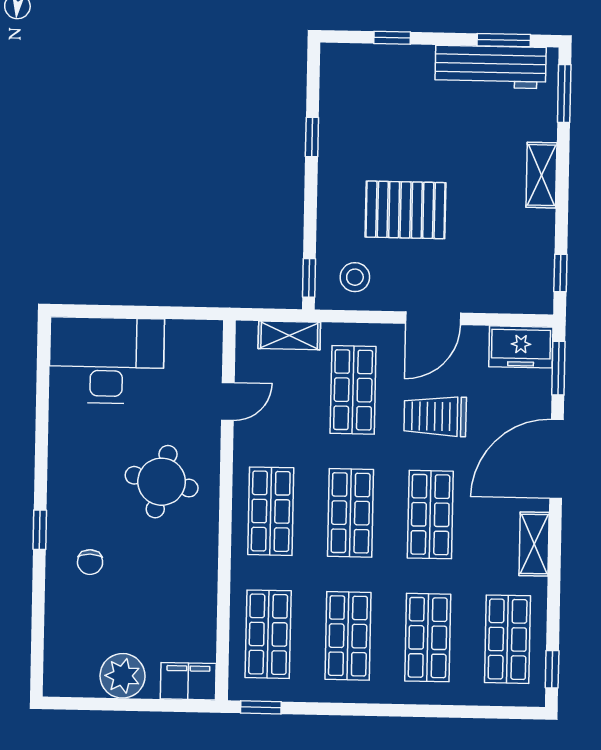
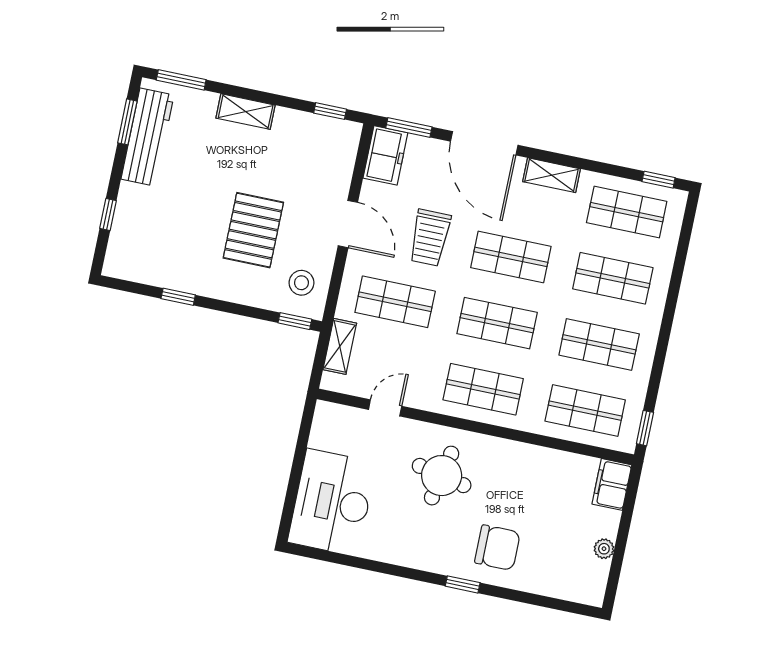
door: (228, 401) -> (385, 408), hinge flipped
chair: (90, 562) -> (497, 548), width x1.87, depth x1.87
plant: (123, 676) -> (604, 549), width x0.53, depth x0.53

